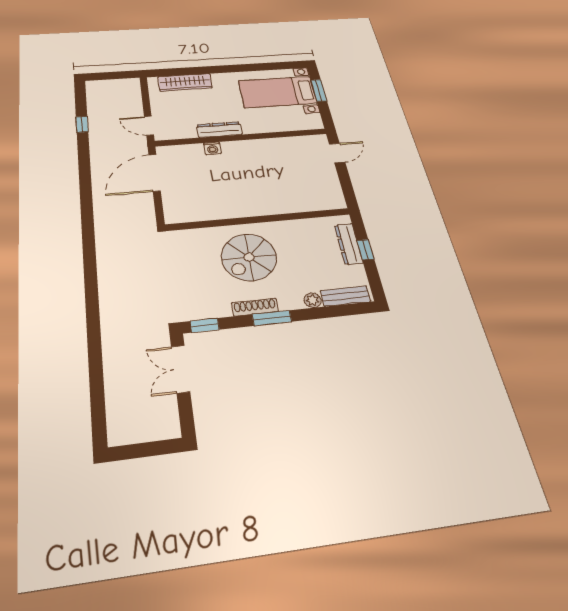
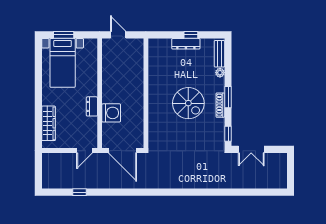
dresser: (219, 130) -> (92, 106), width x0.70
washing machine: (212, 148) -> (111, 113), width x1.89, depth x1.89
wall: (259, 219) -> (146, 93), moved

